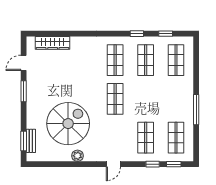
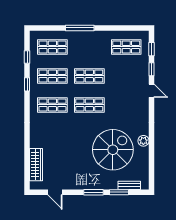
window: (24, 91) -> (94, 192), moved
window: (196, 110) -> (80, 28), moved
spiral stairs: (68, 124) -> (113, 150), turned 90
shop shelf: (146, 138) -> (89, 76), moved
window: (24, 141) -> (119, 192), moved
door: (113, 164) -> (152, 91), moved

